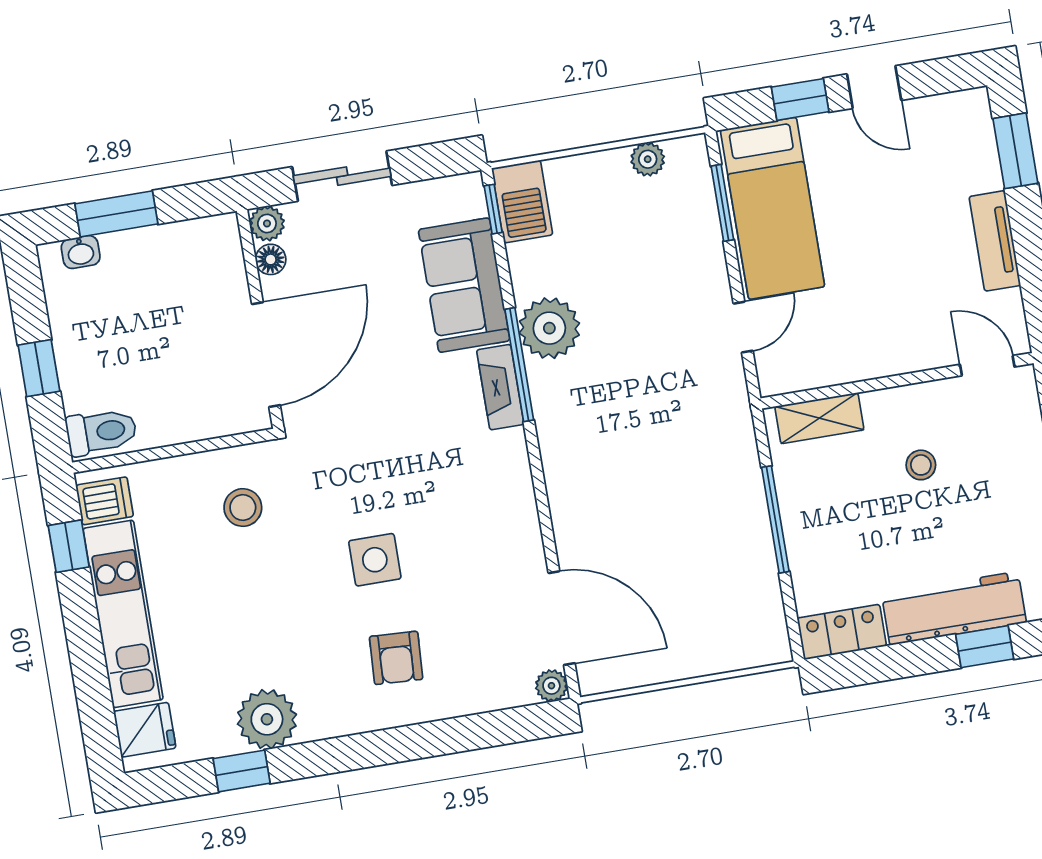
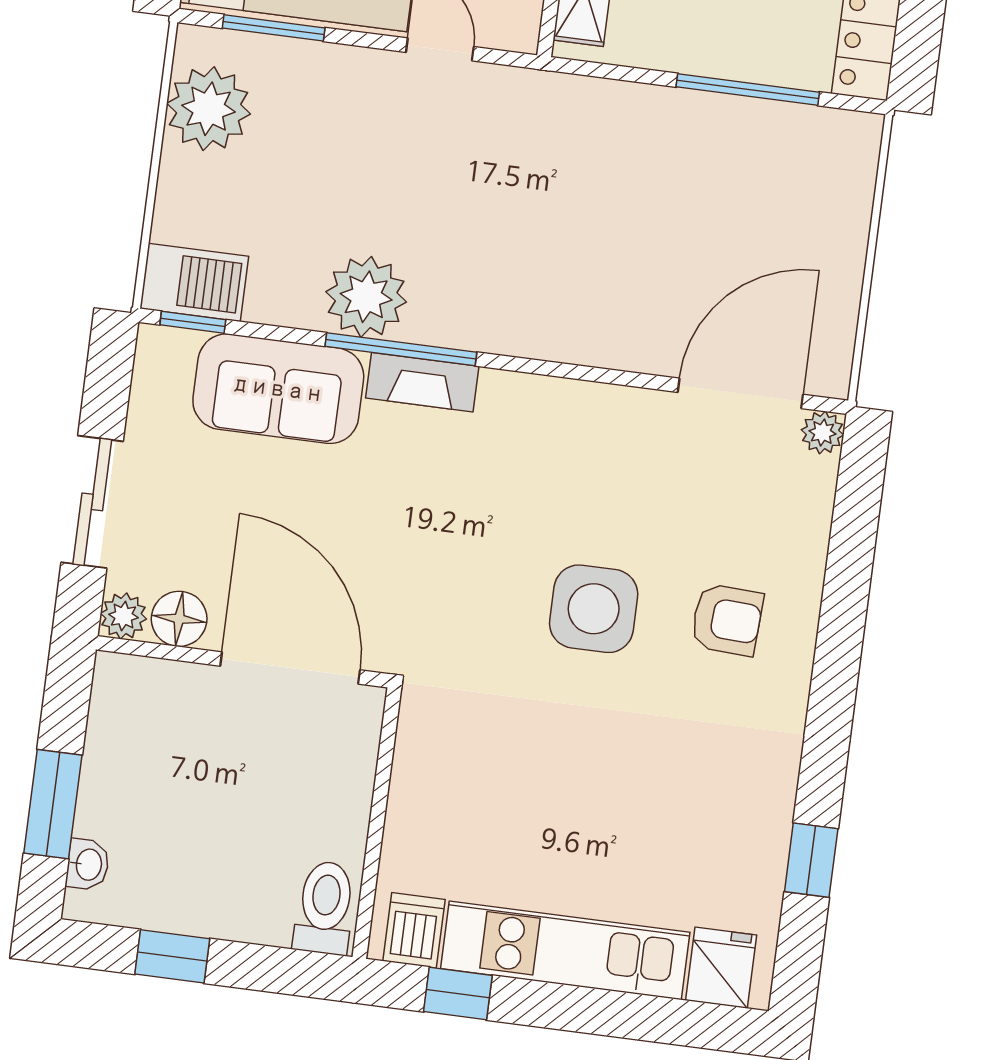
plant: (648, 159) -> (209, 109), width x1.87, depth x1.87
floor lamp: (271, 259) -> (179, 619), width x1.37, depth x1.37
window: (39, 368) -> (172, 956), moved
stool: (243, 508) -> (476, 757), removed
window: (775, 519) -> (748, 89), moved
side table: (375, 560) -> (594, 609), width x1.37, depth x1.37
plant: (267, 719) -> (755, 808), removed

